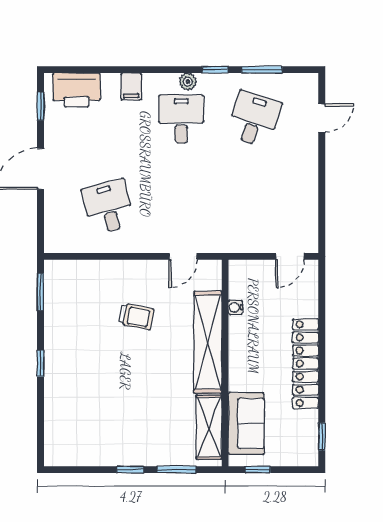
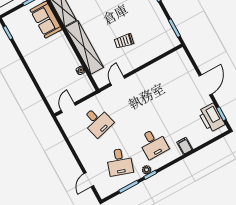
plant: (188, 82) -> (147, 170), moved
printer: (77, 90) -> (211, 118), moved, turned -90
desk: (108, 207) -> (97, 121), moved
locker: (306, 364) -> (34, 62), removed

